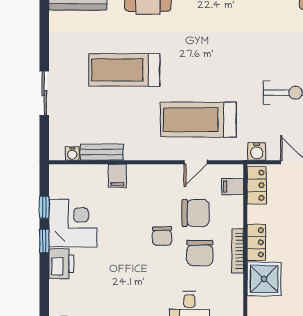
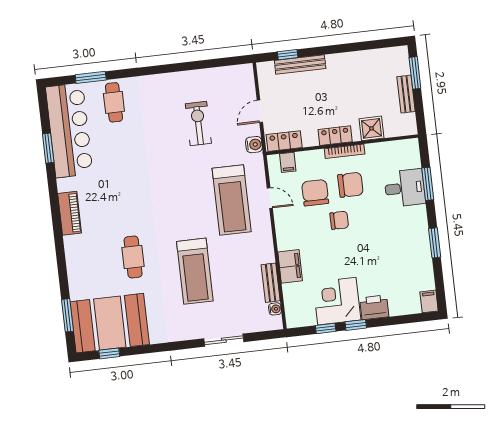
filing cabinet: (117, 176) -> (290, 266), width x2.00
shower: (264, 279) -> (371, 128), width x0.73, depth x0.73

